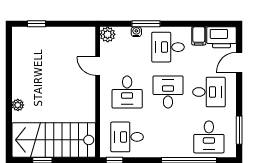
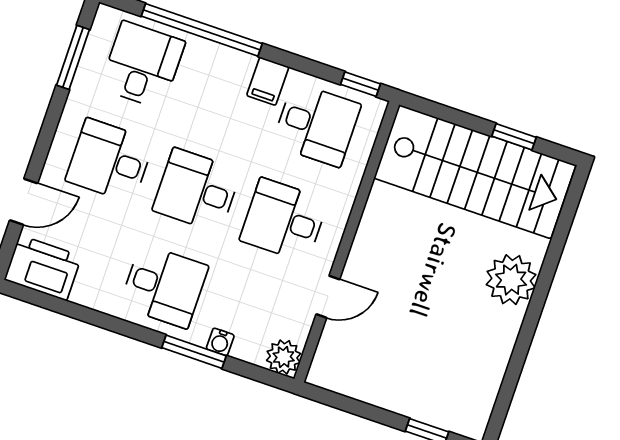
filing cabinet: (199, 36) -> (268, 81), moved, turned 180
door: (98, 66) -> (328, 297), hinge flipped
desk: (127, 92) -> (284, 220), turned -90
desk: (168, 92) -> (197, 190), turned 90
plant: (18, 105) -> (511, 280), width x1.87, depth x1.87

